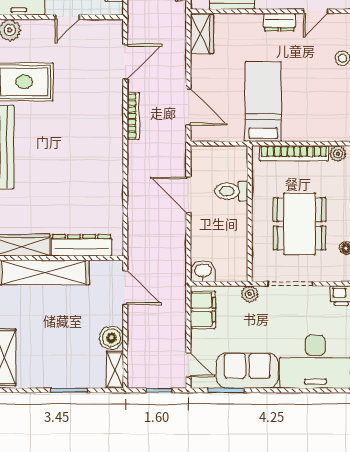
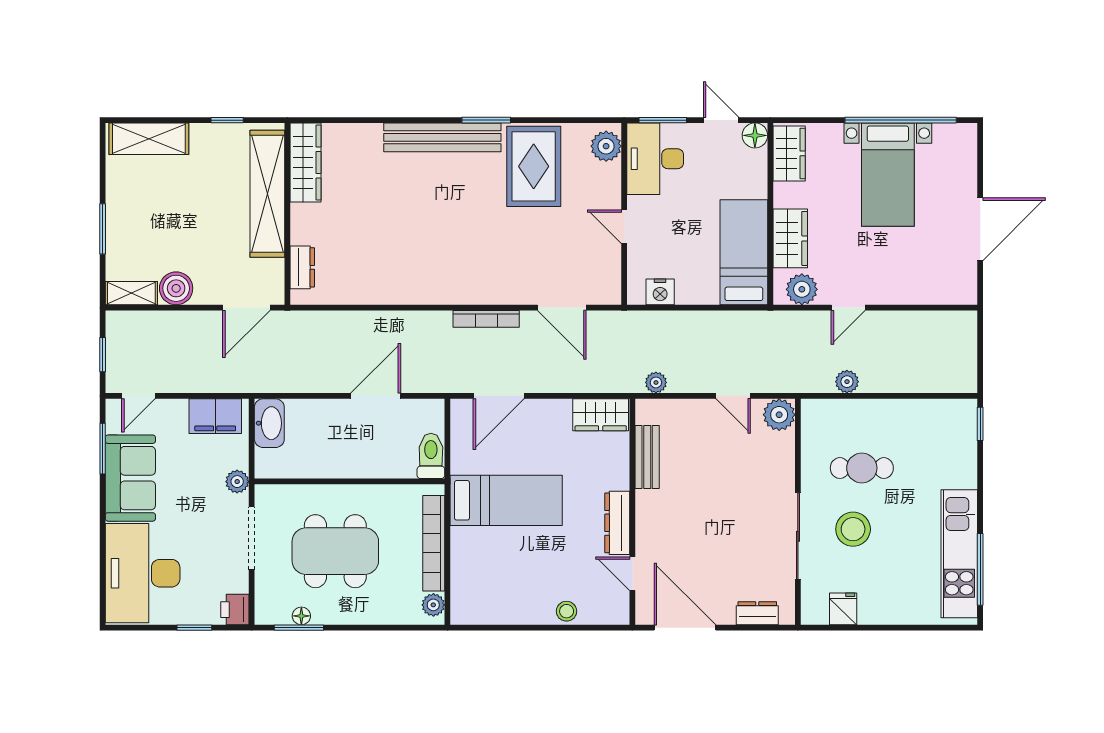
dresser: (279, 22) -> (617, 523), width x1.44
toilet: (231, 191) -> (431, 456), moved
dresser: (82, 245) -> (302, 267), width x0.51, depth x0.80
washbasin: (203, 271) -> (269, 423), width x1.38

